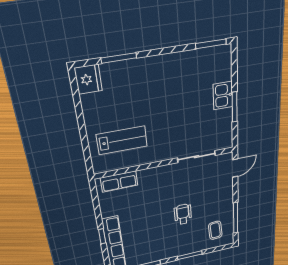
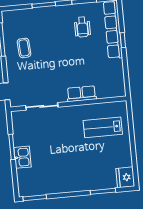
row of seats: (119, 182) -> (81, 94), moved
wheelchair: (183, 214) -> (82, 27), moved
coffee table: (215, 230) -> (24, 48), moved

